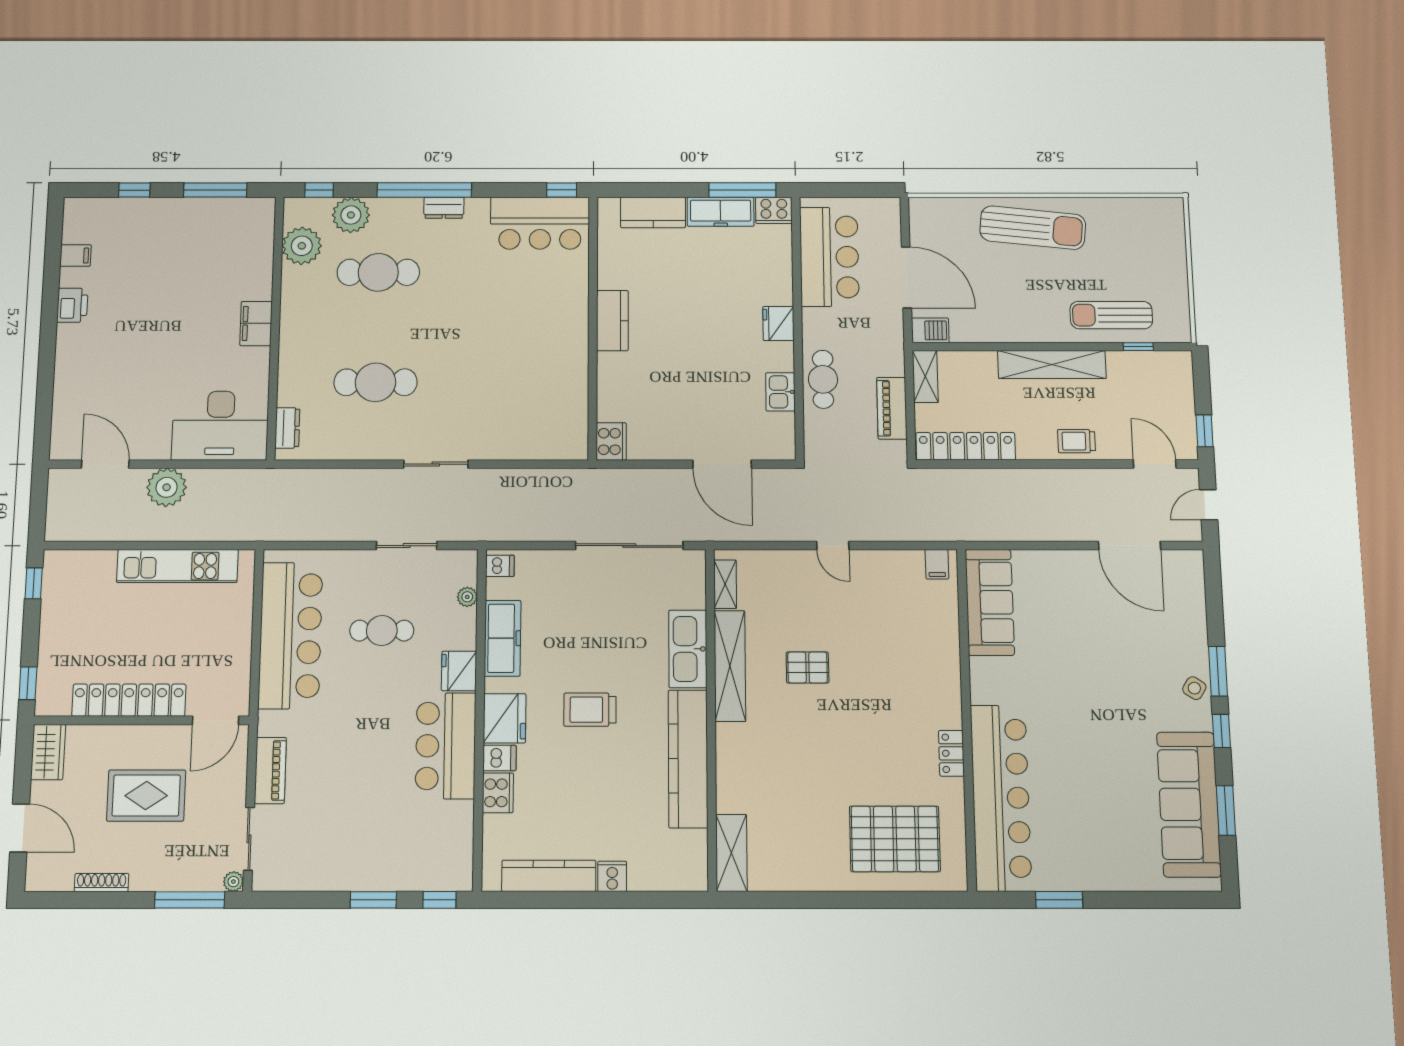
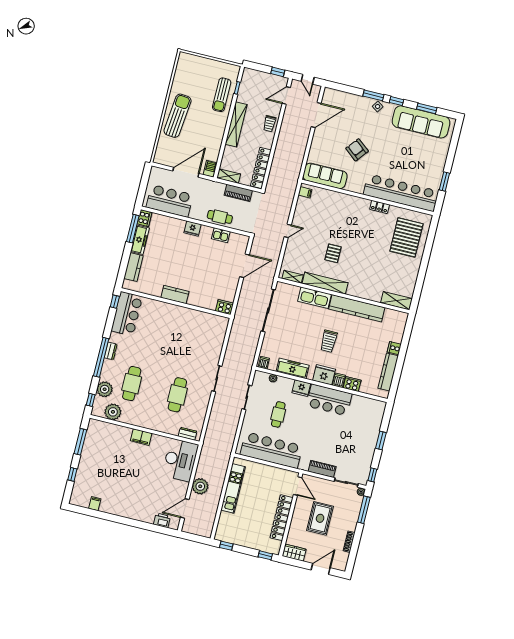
printer: (72, 305) -> (162, 520), moved
armchair: (1075, 664) -> (357, 150), added
window: (440, 900) -> (372, 475), moved

